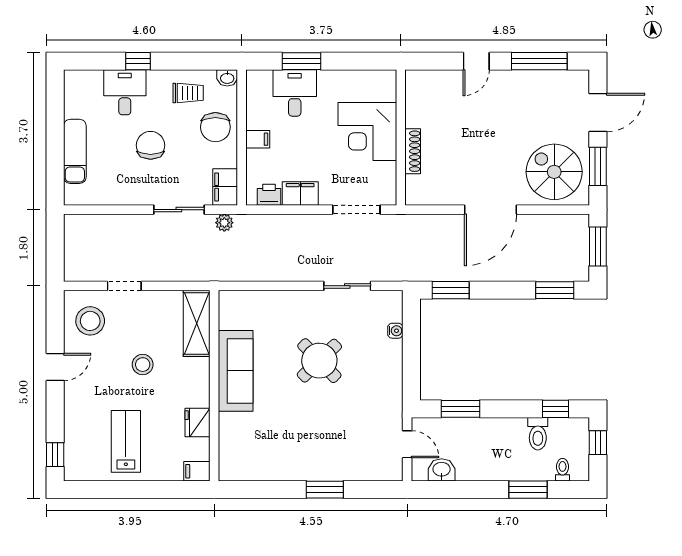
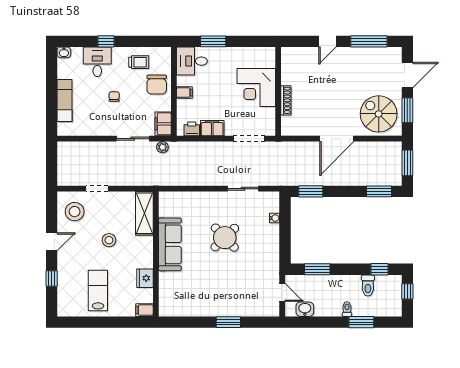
washbasin: (227, 78) -> (64, 52), moved
desk: (295, 93) -> (192, 61), moved, turned -90
chair: (151, 145) -> (114, 97), width x0.54, depth x0.54
window: (55, 455) -> (52, 279), moved
toilet: (563, 470) -> (347, 309), moved

